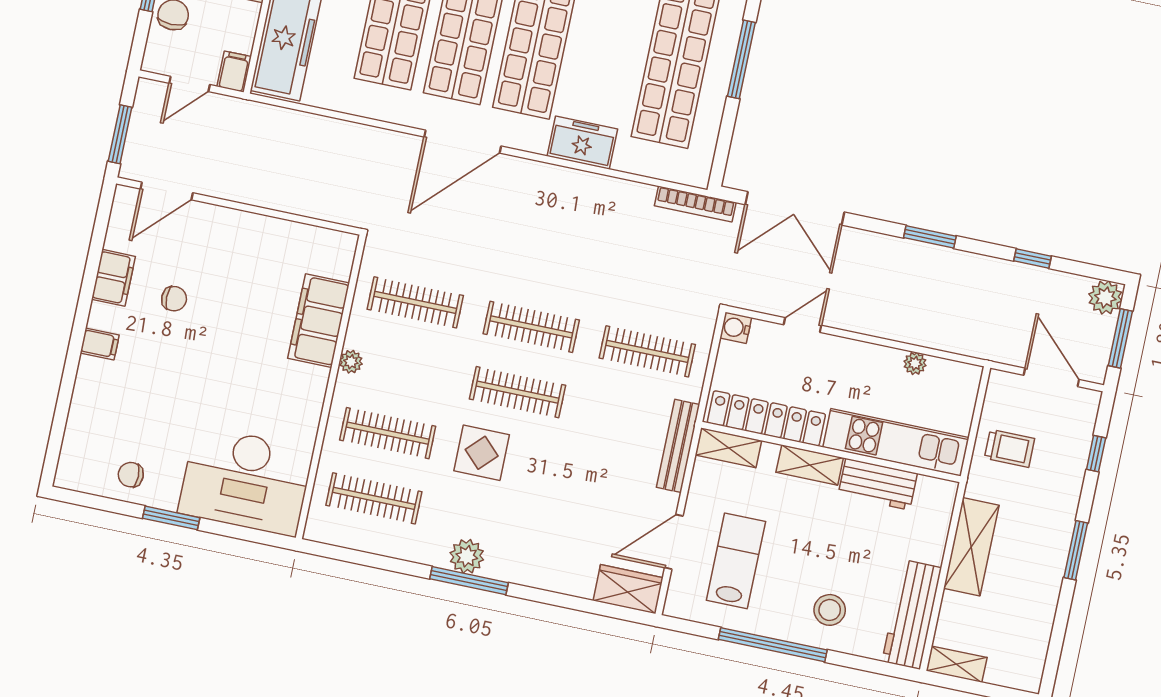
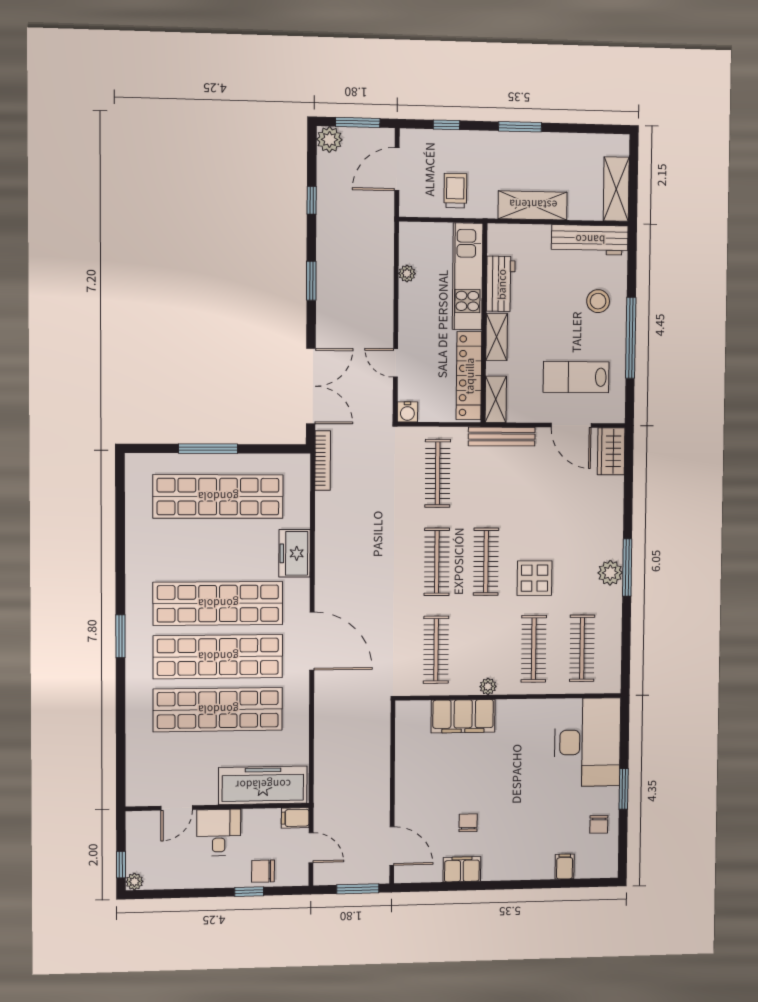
filing cabinet: (100, 344) -> (565, 867), moved
shelving: (957, 664) -> (616, 189), width x1.50, depth x1.33

